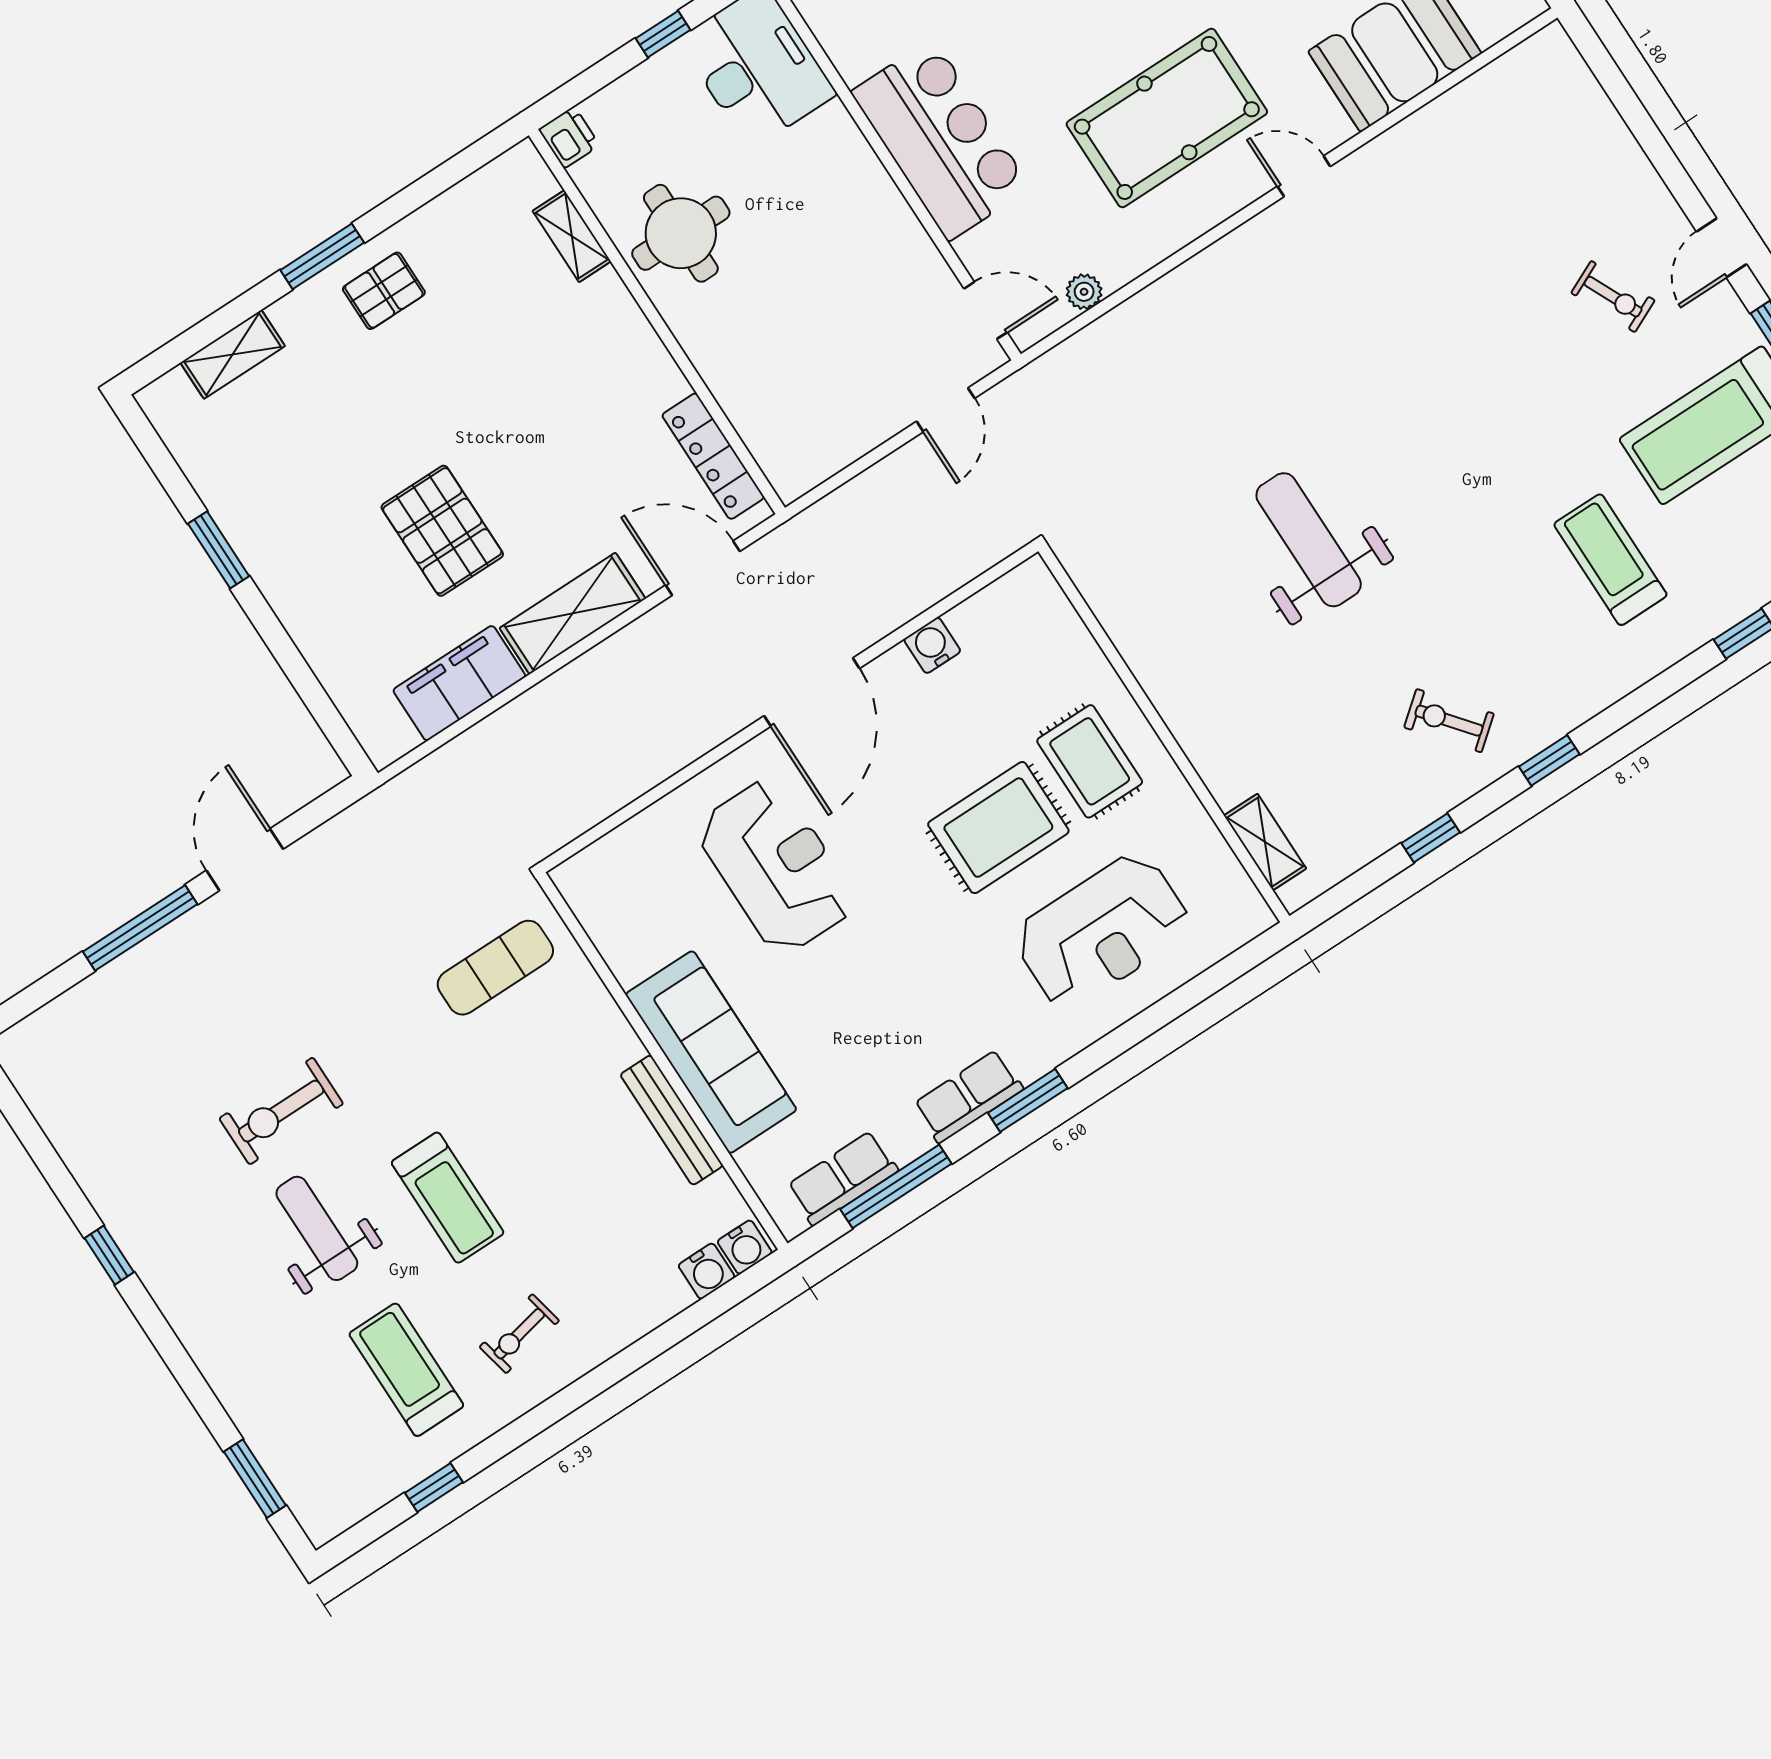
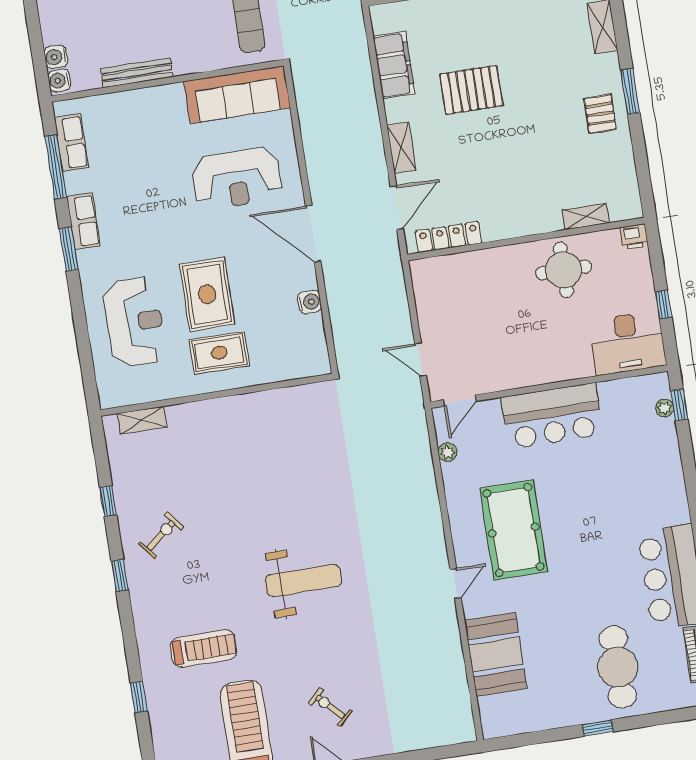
exercise bike: (1613, 297) -> (330, 707), turned 71
weight bench: (1309, 540) -> (303, 581), moved
shelving: (573, 613) -> (401, 148), width x0.67, depth x0.75
reception desk: (1102, 931) -> (134, 322), turned 180
sofa: (711, 1052) -> (237, 95), moved

